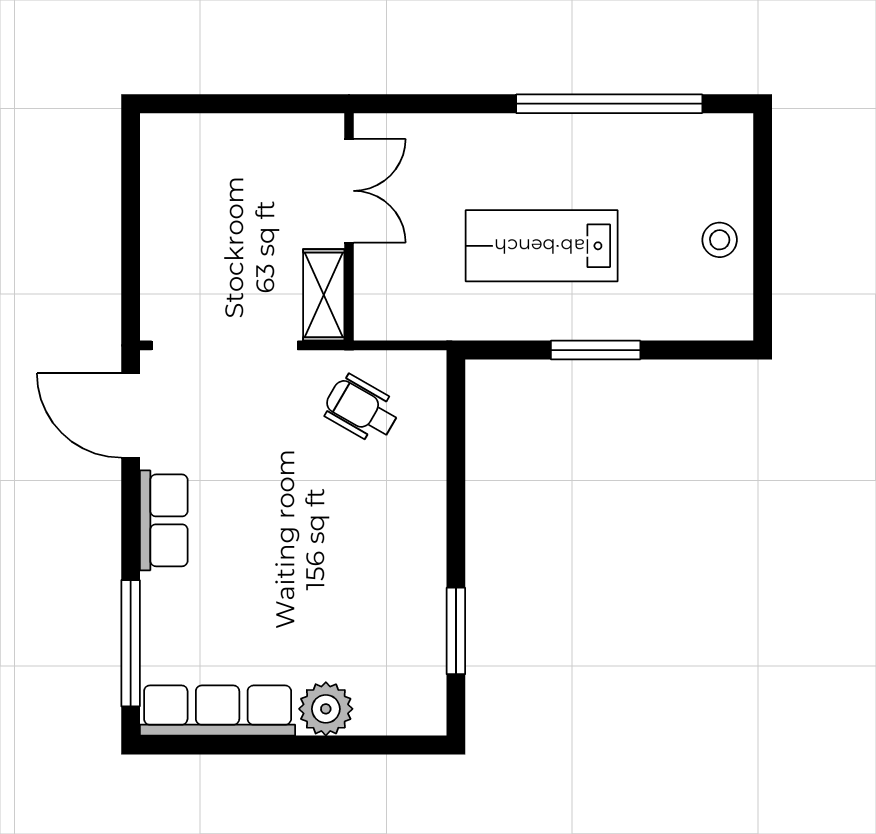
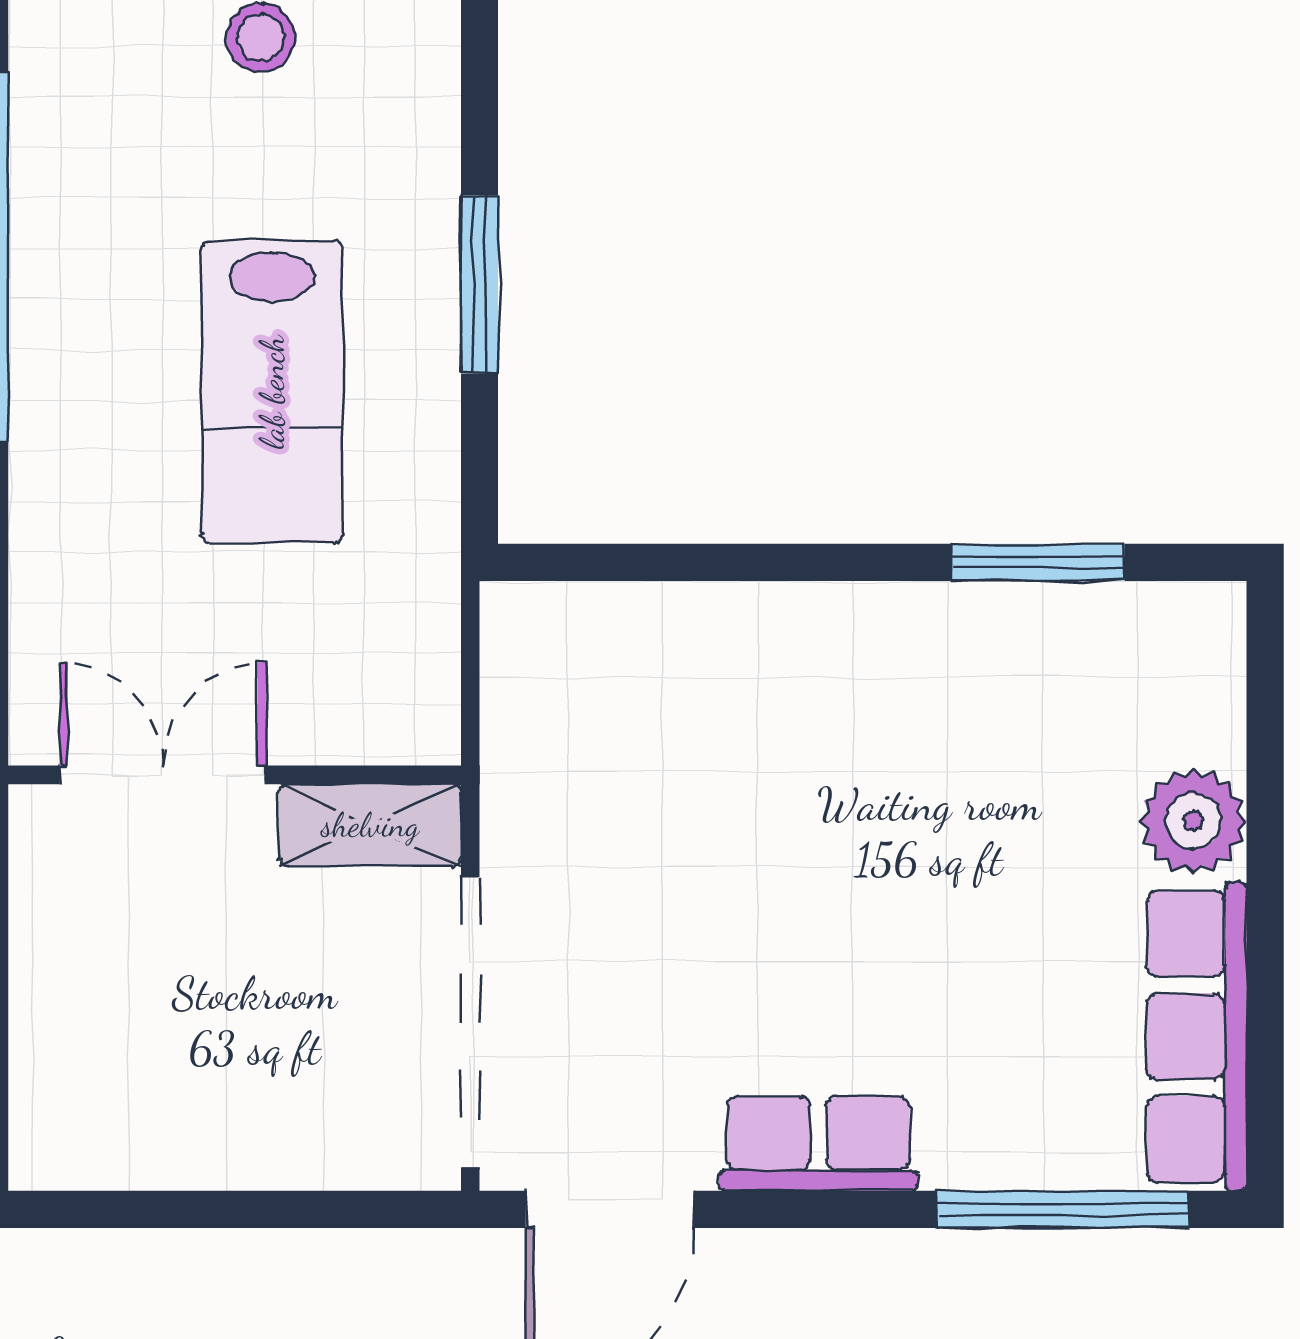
wheelchair: (362, 409) -> (597, 750), removed

